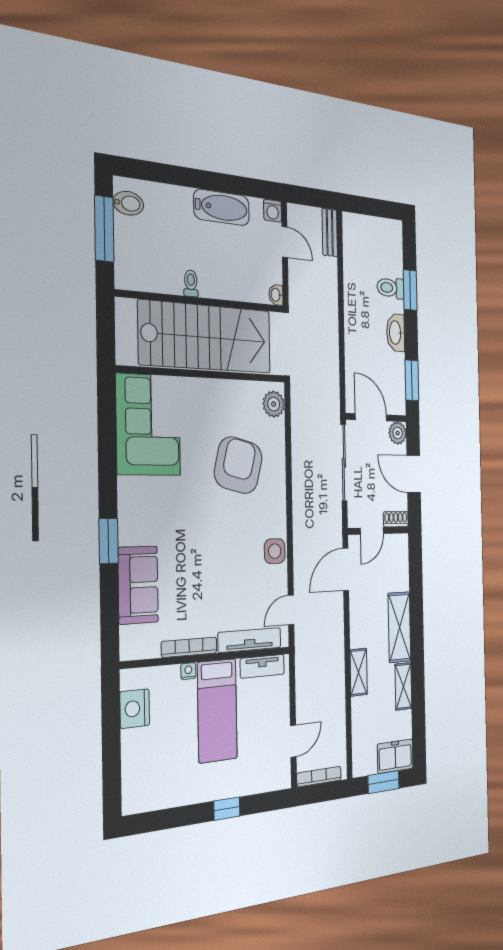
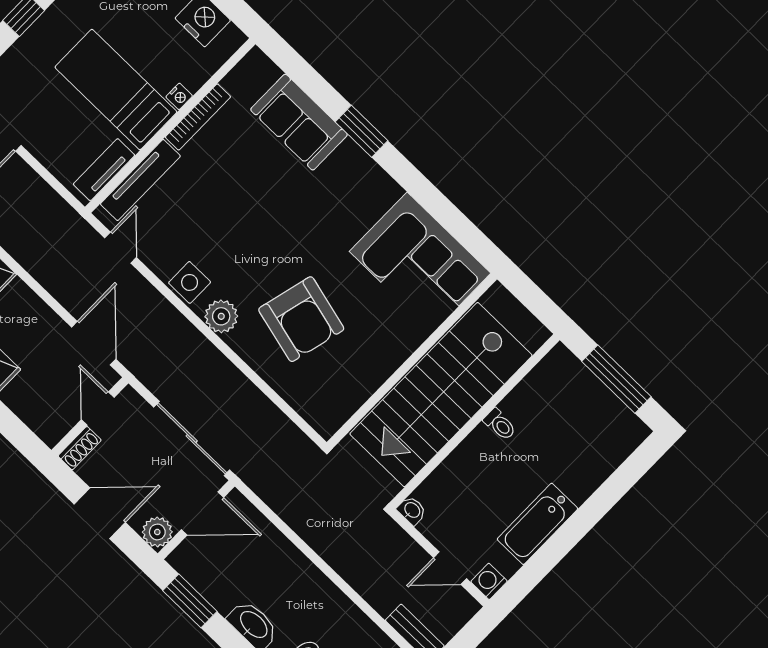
bidet: (128, 203) -> (618, 425), removed
plant: (274, 404) -> (221, 316), moved

